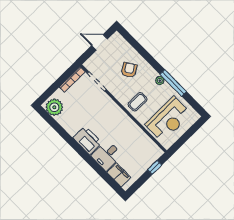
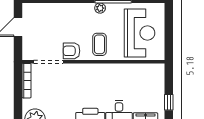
armchair: (129, 70) -> (71, 51), moved, turned -57
window: (155, 167) -> (169, 102), moved

